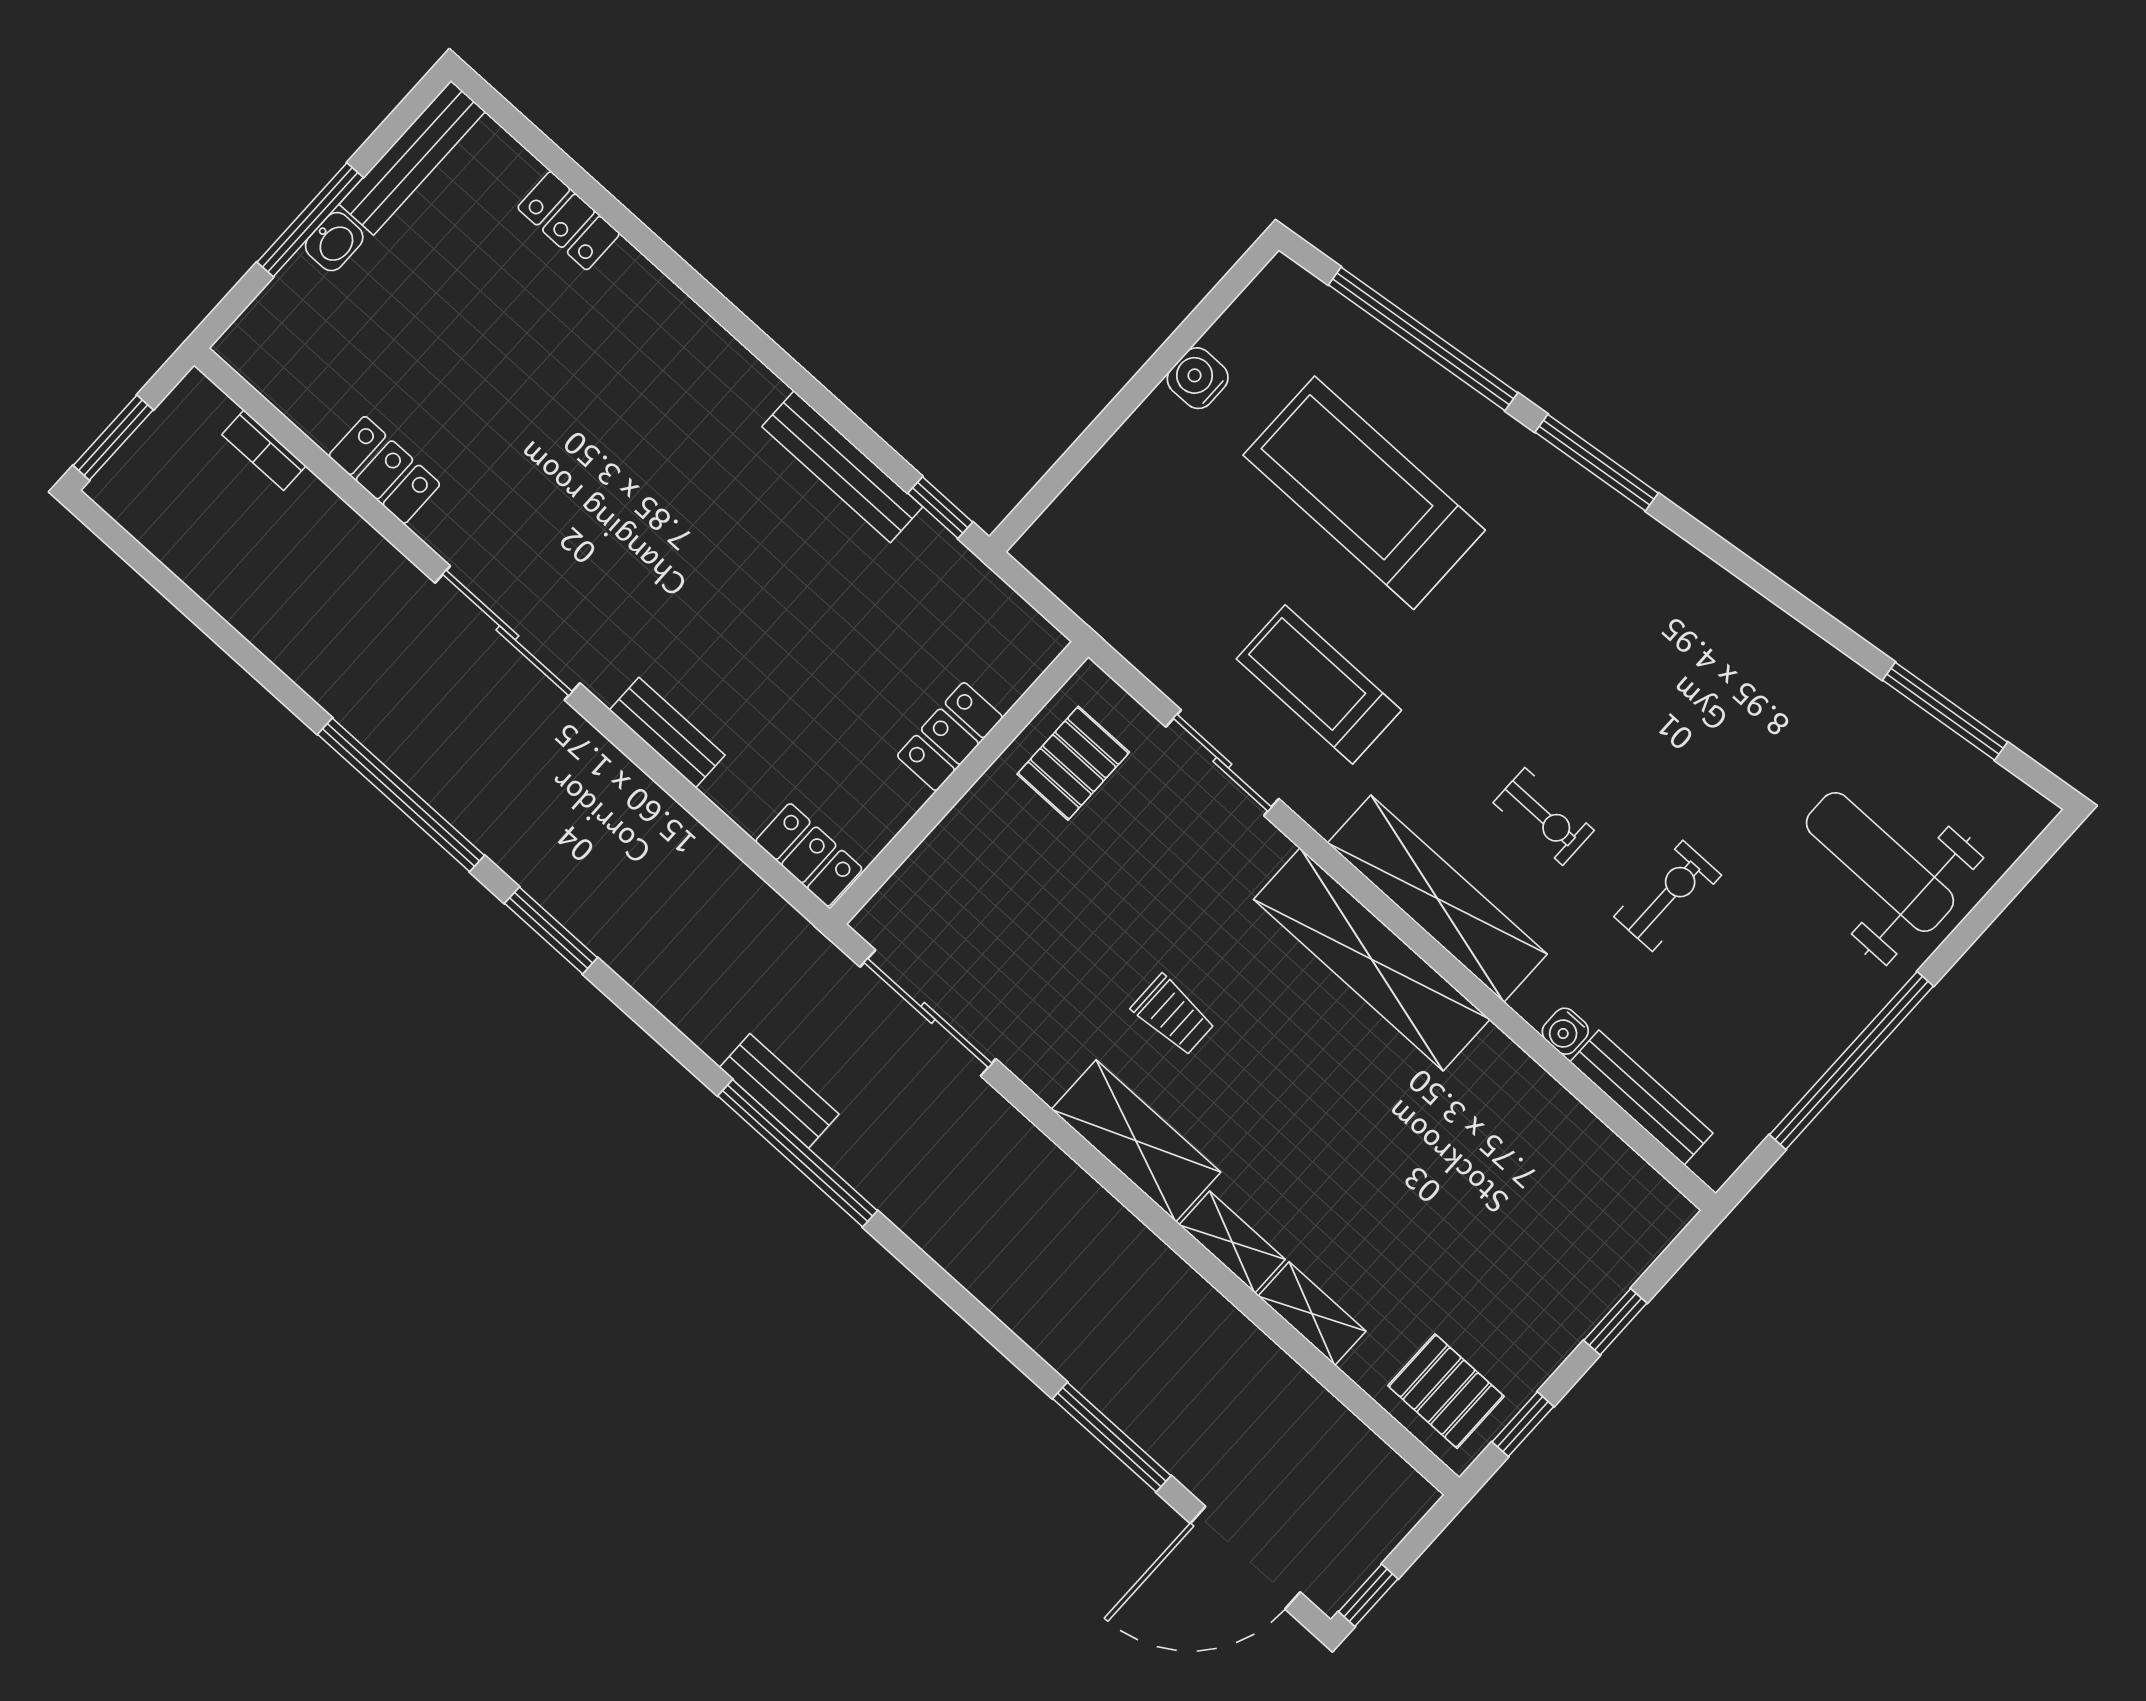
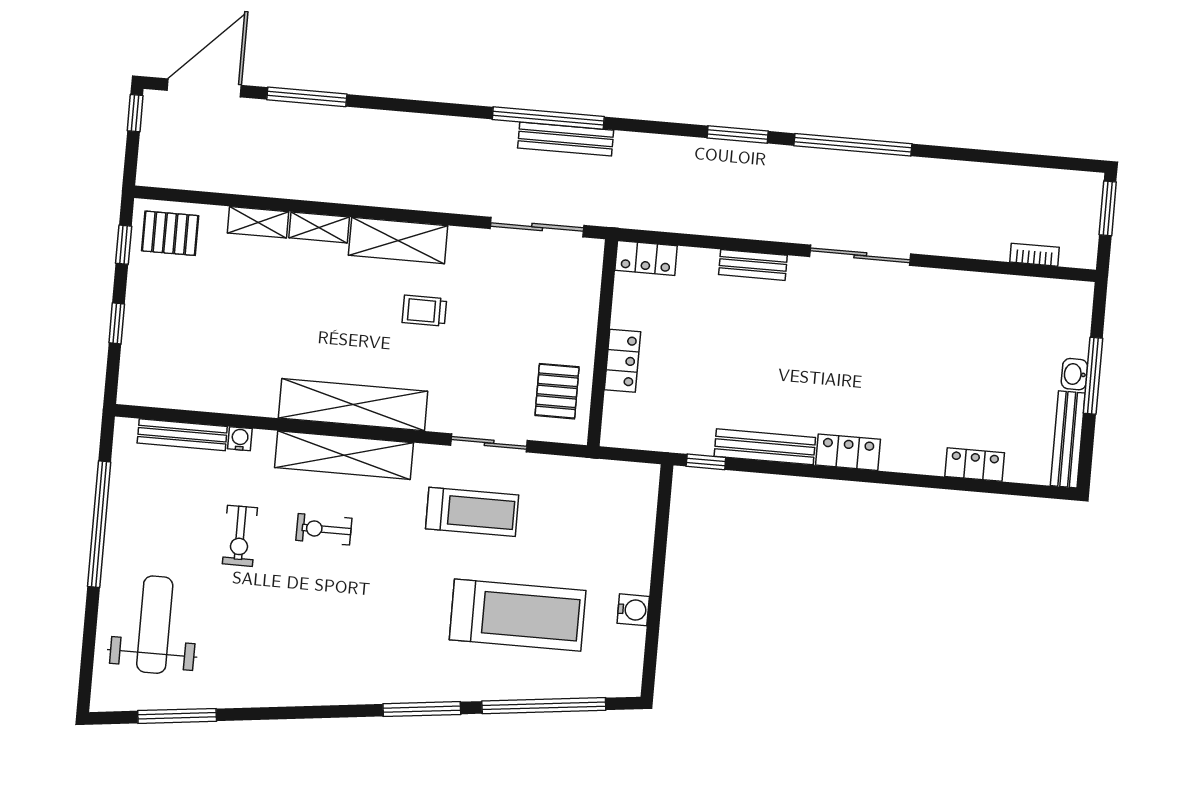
locker: (384, 470) -> (848, 452), moved, turned 180
weight bench: (1880, 862) -> (155, 625), turned -90
bench: (779, 1091) -> (566, 139), width x1.36

